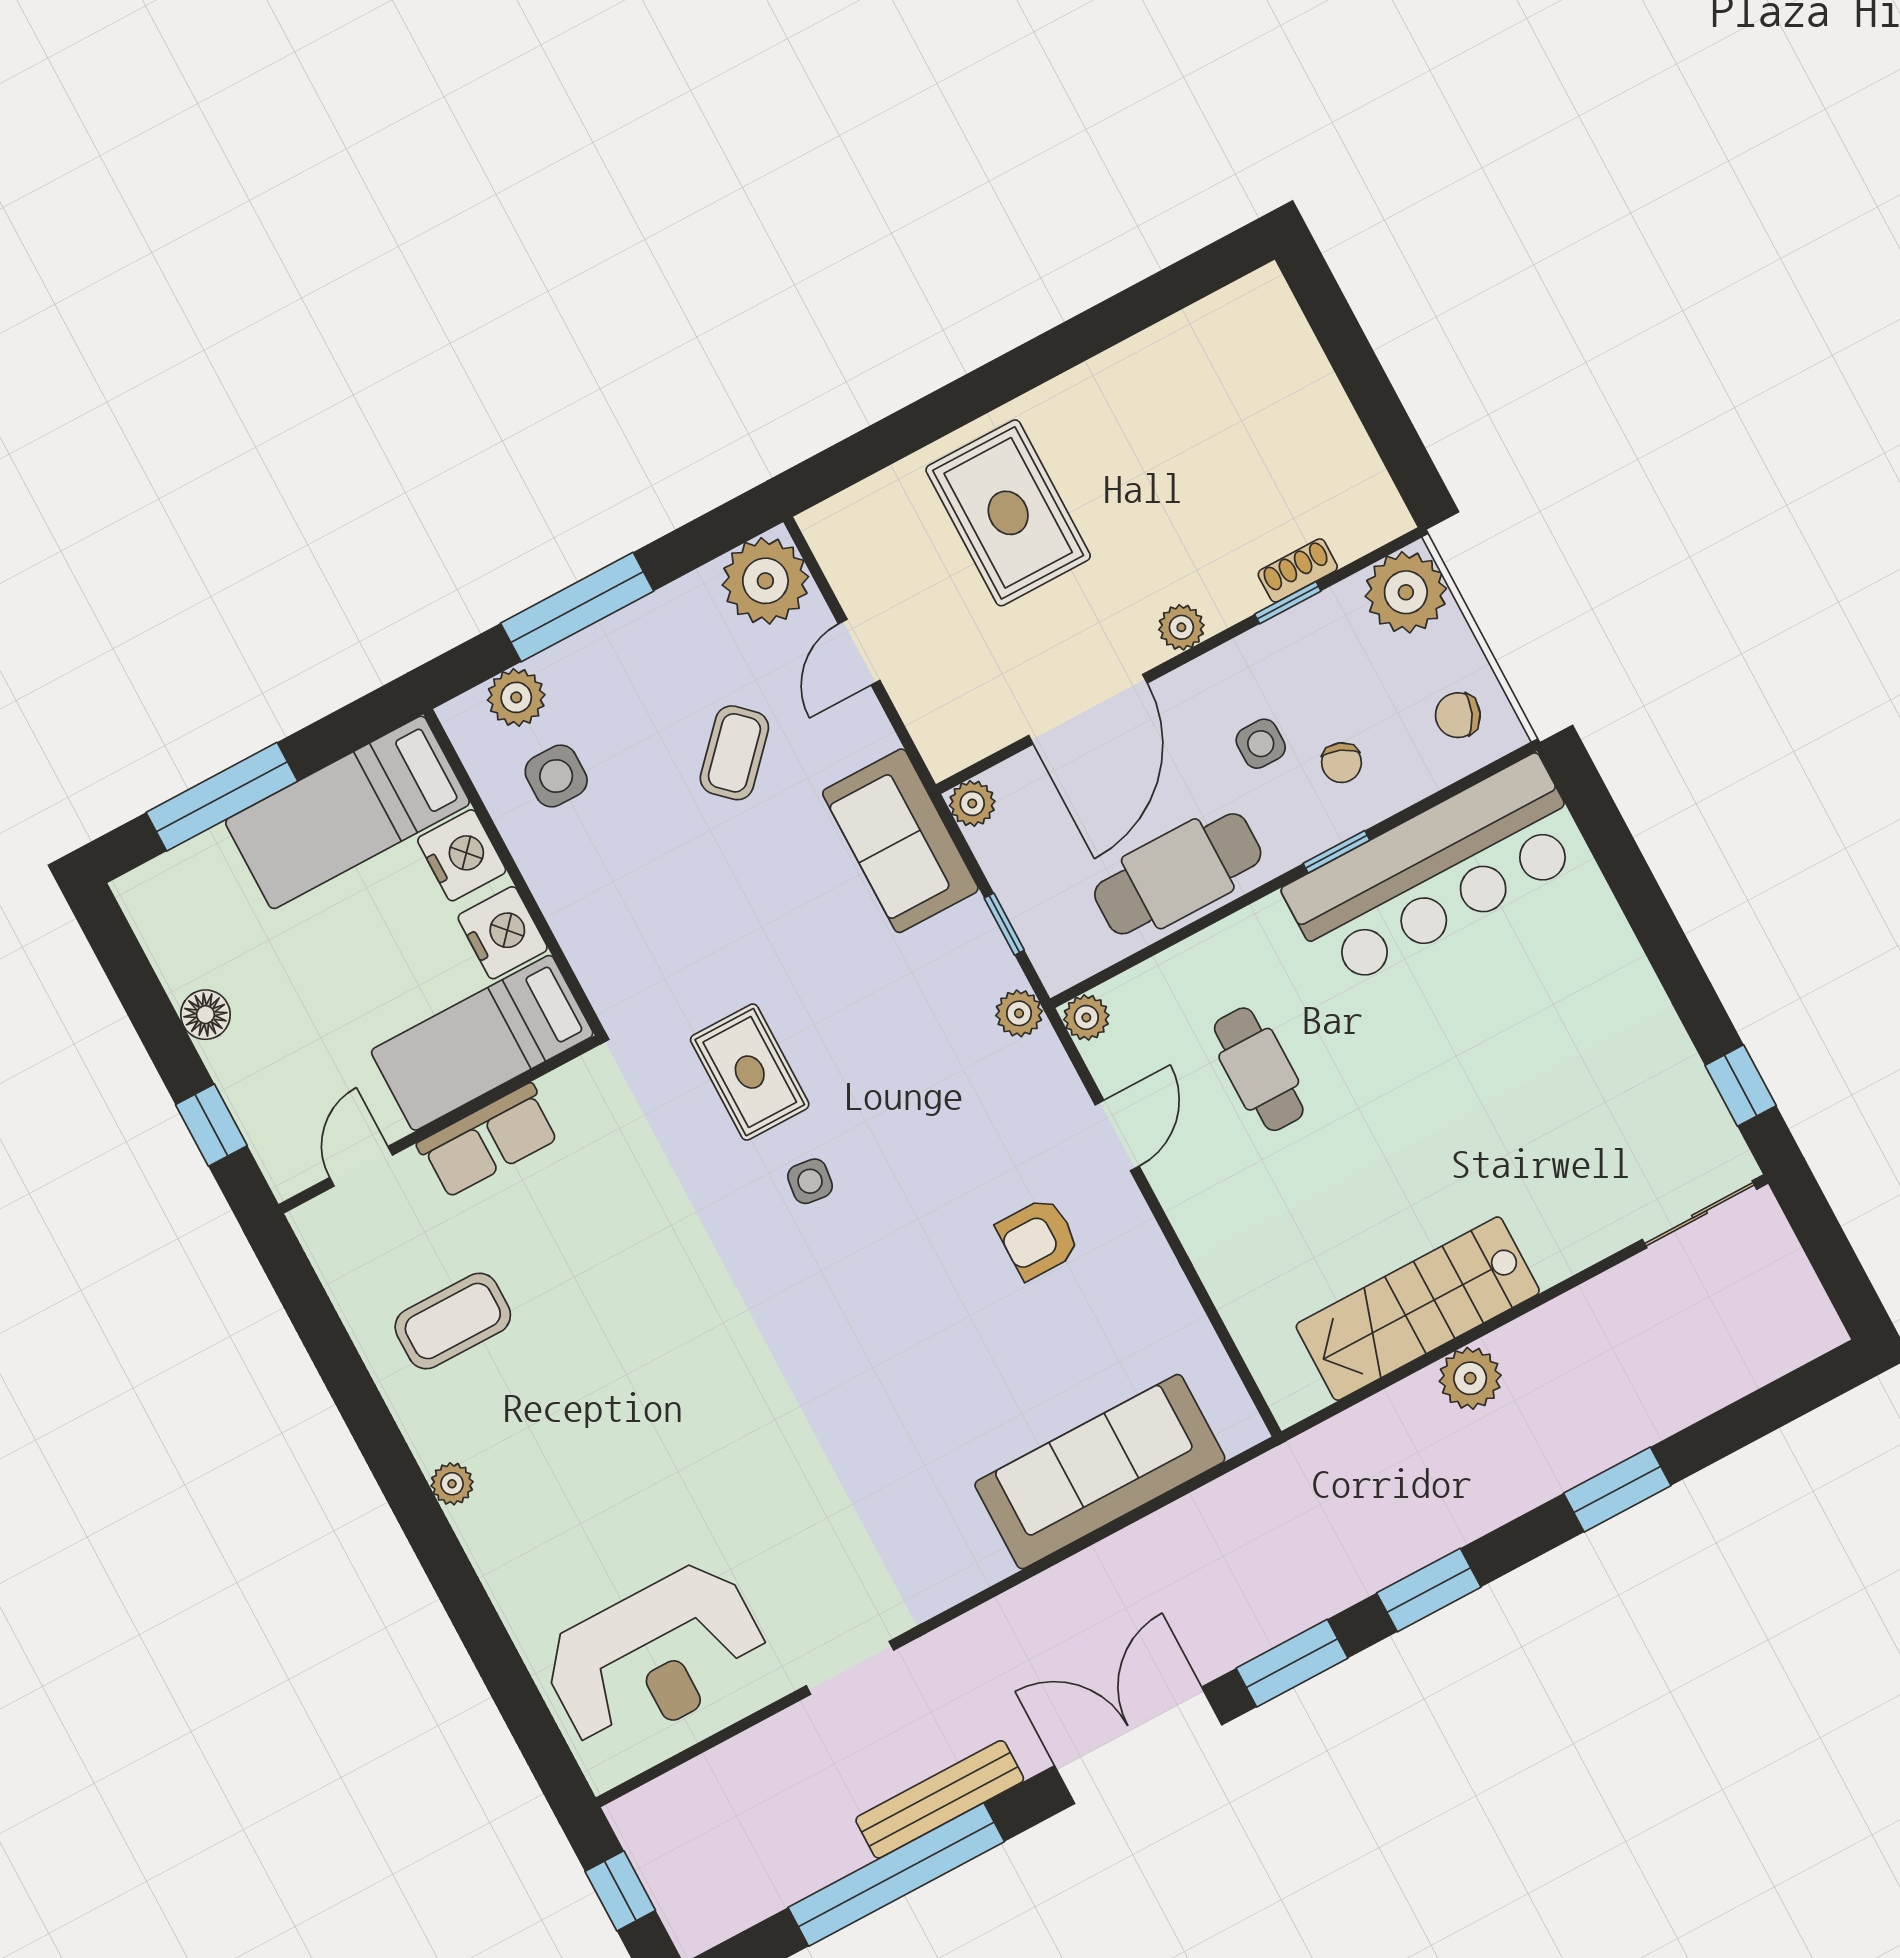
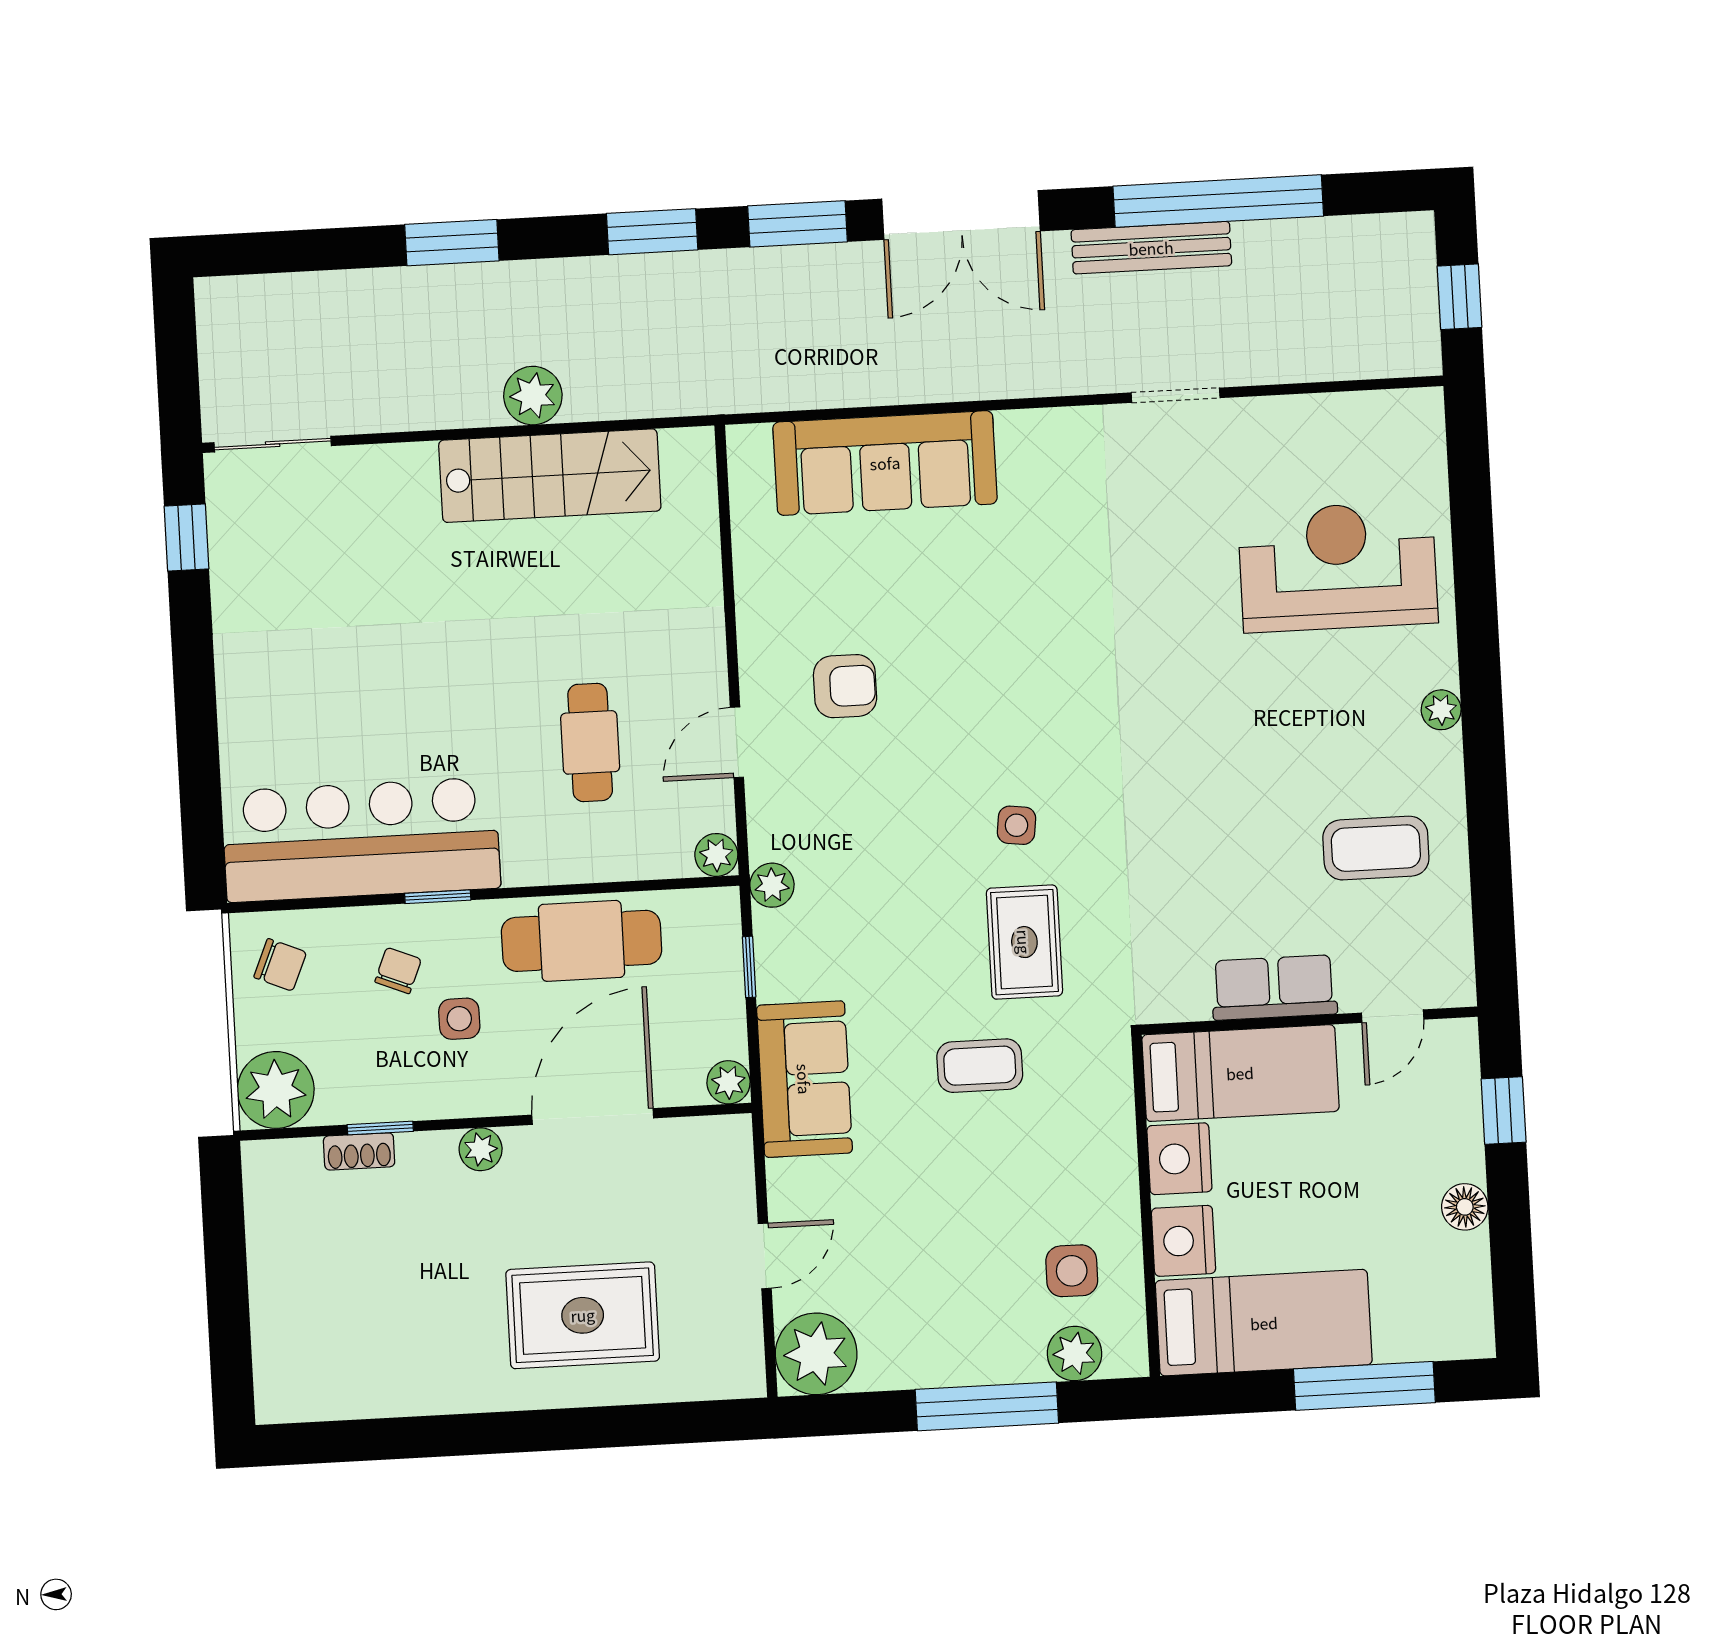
rug: (1008, 513) -> (583, 1315), turned 90
coffee table: (734, 753) -> (980, 1066), moved, turned 47
reception desk: (655, 1657) -> (1338, 567), moved

